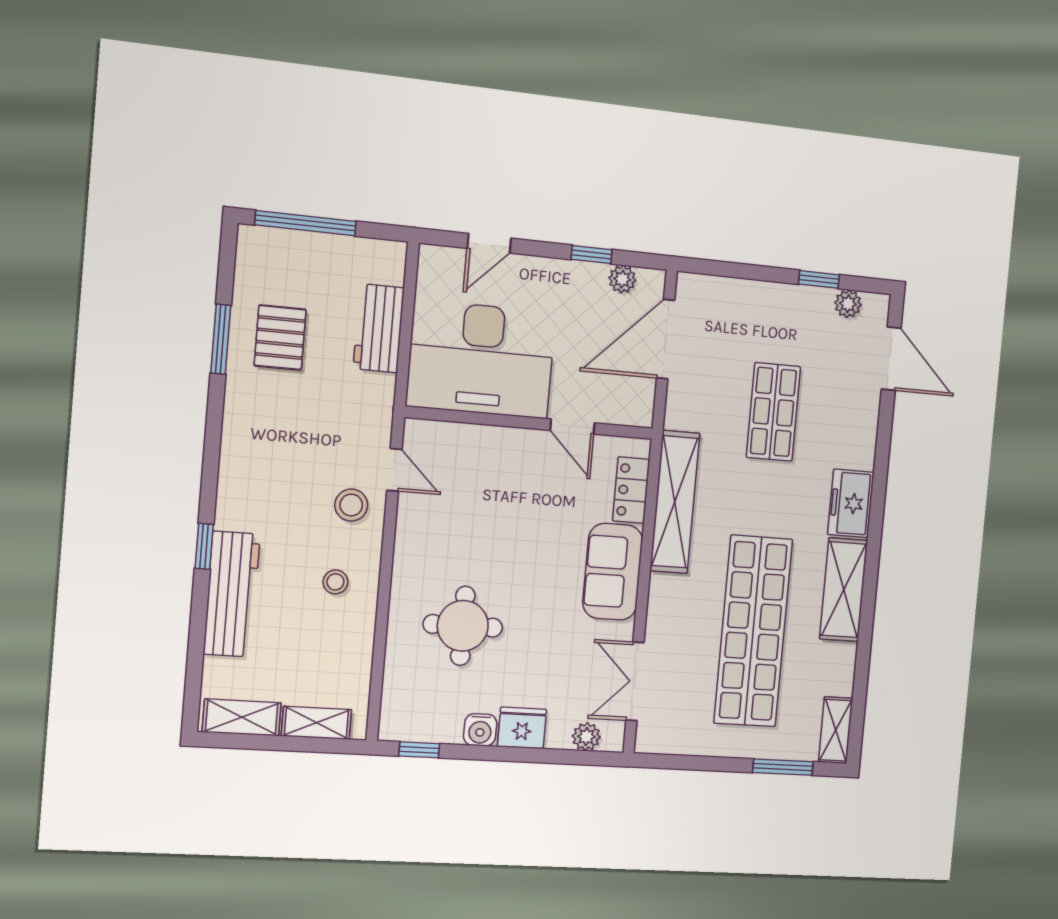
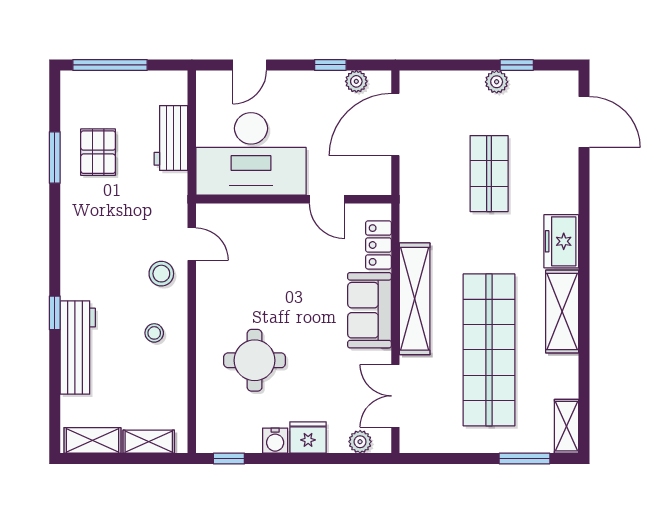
plant: (848, 304) -> (497, 82), moved
shelving: (675, 502) -> (415, 299), moved

